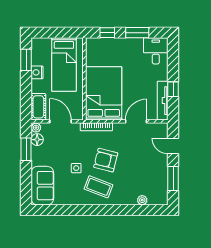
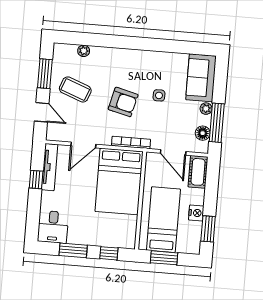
window: (61, 33) -> (164, 258), added
plant: (36, 128) -> (206, 109), moved
window: (26, 149) -> (217, 123), width x1.44
coffee table: (98, 187) -> (75, 89), moved

